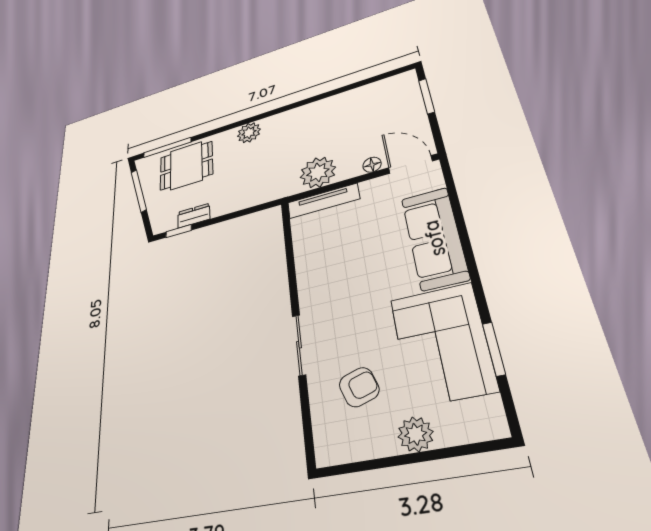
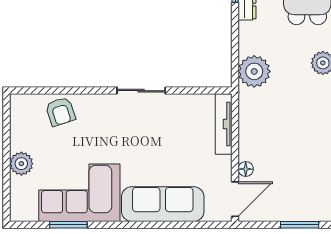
plant: (318, 172) -> (254, 71), moved
sliding door: (299, 345) -> (141, 91), moved
armchair: (359, 387) -> (60, 112), moved

